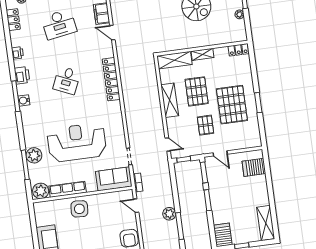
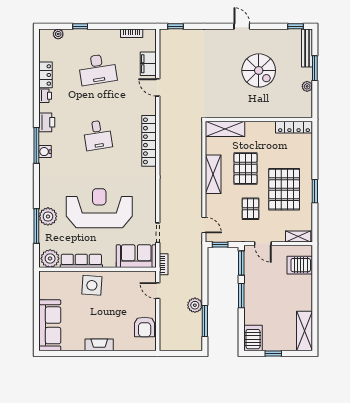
locker: (13, 20) -> (46, 75), moved
locker: (238, 50) -> (294, 127), width x1.53
shelving: (203, 54) -> (298, 236), moved
desk: (67, 80) -> (98, 135), turned -33

